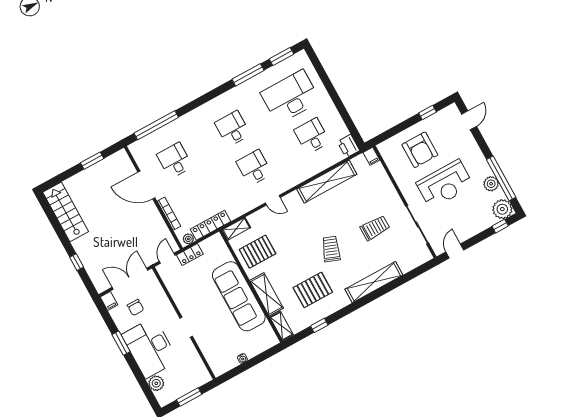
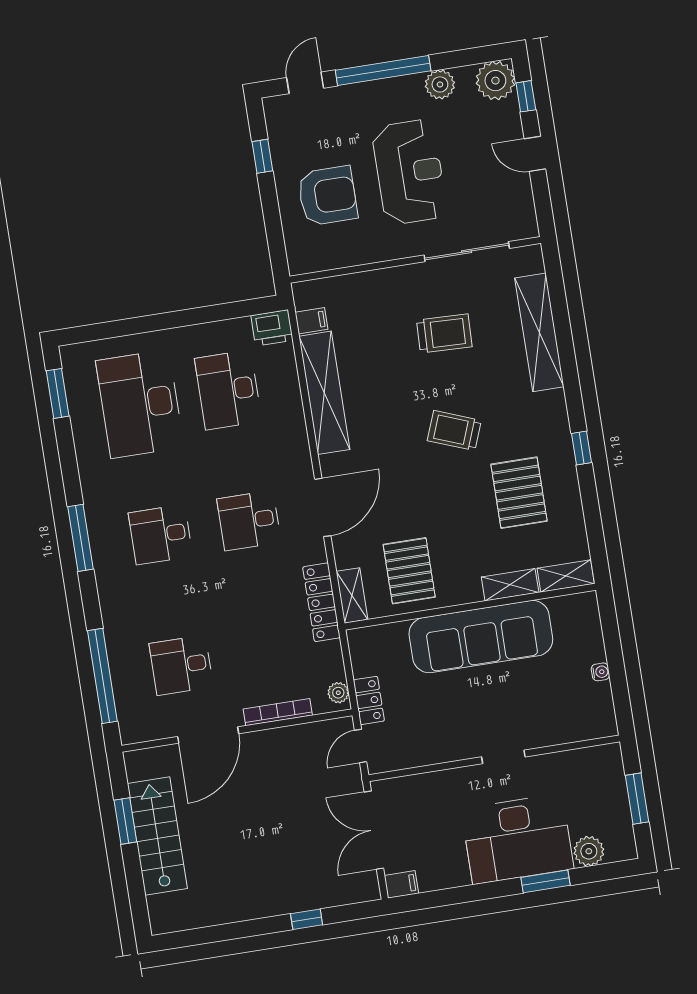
window: (248, 75) -> (81, 538), moved
door: (469, 120) -> (305, 83), hinge flipped
desk: (312, 136) -> (228, 390), width x1.37
filing cabinet: (371, 156) -> (311, 321), moved
window: (501, 178) -> (383, 70), moved
door: (273, 200) -> (323, 507), width x1.87
stairs: (66, 212) -> (157, 836), moved, turned 90
locker: (210, 225) -> (321, 602), moved
trolley: (375, 228) -> (444, 333), turned 92
door: (455, 251) -> (535, 154), moved
door: (167, 258) -> (361, 746), hinge flipped
shelving: (374, 282) -> (539, 332), moved
shelving: (267, 294) -> (510, 585), width x0.67, depth x0.75
chair: (135, 307) -> (432, 839), removed
window: (319, 325) -> (582, 448), moved
window: (121, 343) -> (545, 881), moved

